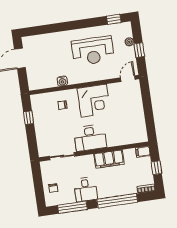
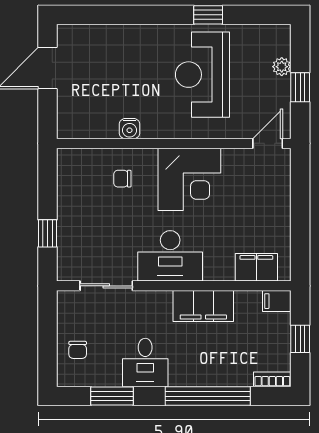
window: (114, 19) -> (208, 15), moved
reception desk: (93, 51) -> (202, 75), turned 90
window: (29, 118) -> (48, 233), moved
filing cabinet: (131, 137) -> (256, 267), added
window: (72, 207) -> (112, 396), width x0.69

